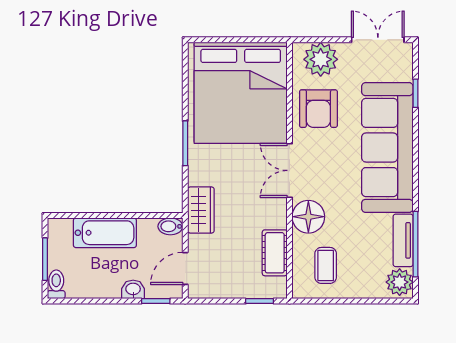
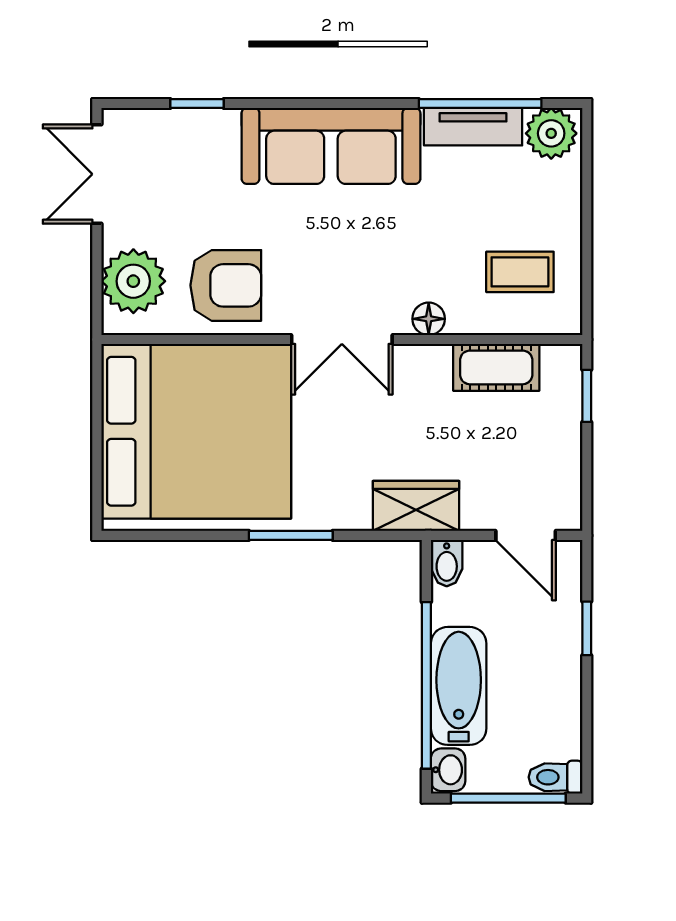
sofa: (387, 147) -> (331, 146), width x0.74, depth x0.79
window: (105, 216) -> (426, 685), added
floor lamp: (308, 217) -> (429, 319), width x0.53, depth x0.53
window: (45, 259) -> (508, 798), width x1.44
washbasin: (133, 289) -> (448, 770), moved, turned 180
window: (156, 301) -> (587, 628), moved

